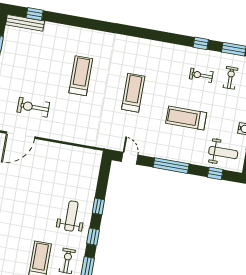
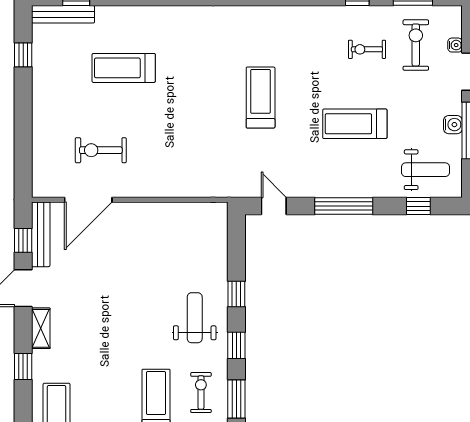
treadmill: (81, 76) -> (124, 68), moved, turned -90
exercise bike: (230, 78) -> (416, 45), width x1.38, depth x1.39

